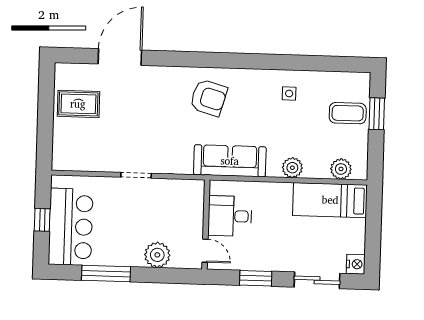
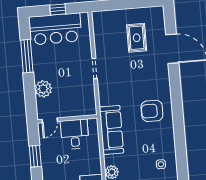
armchair: (209, 98) -> (152, 111), turned 74
rug: (78, 104) -> (137, 38), moved

